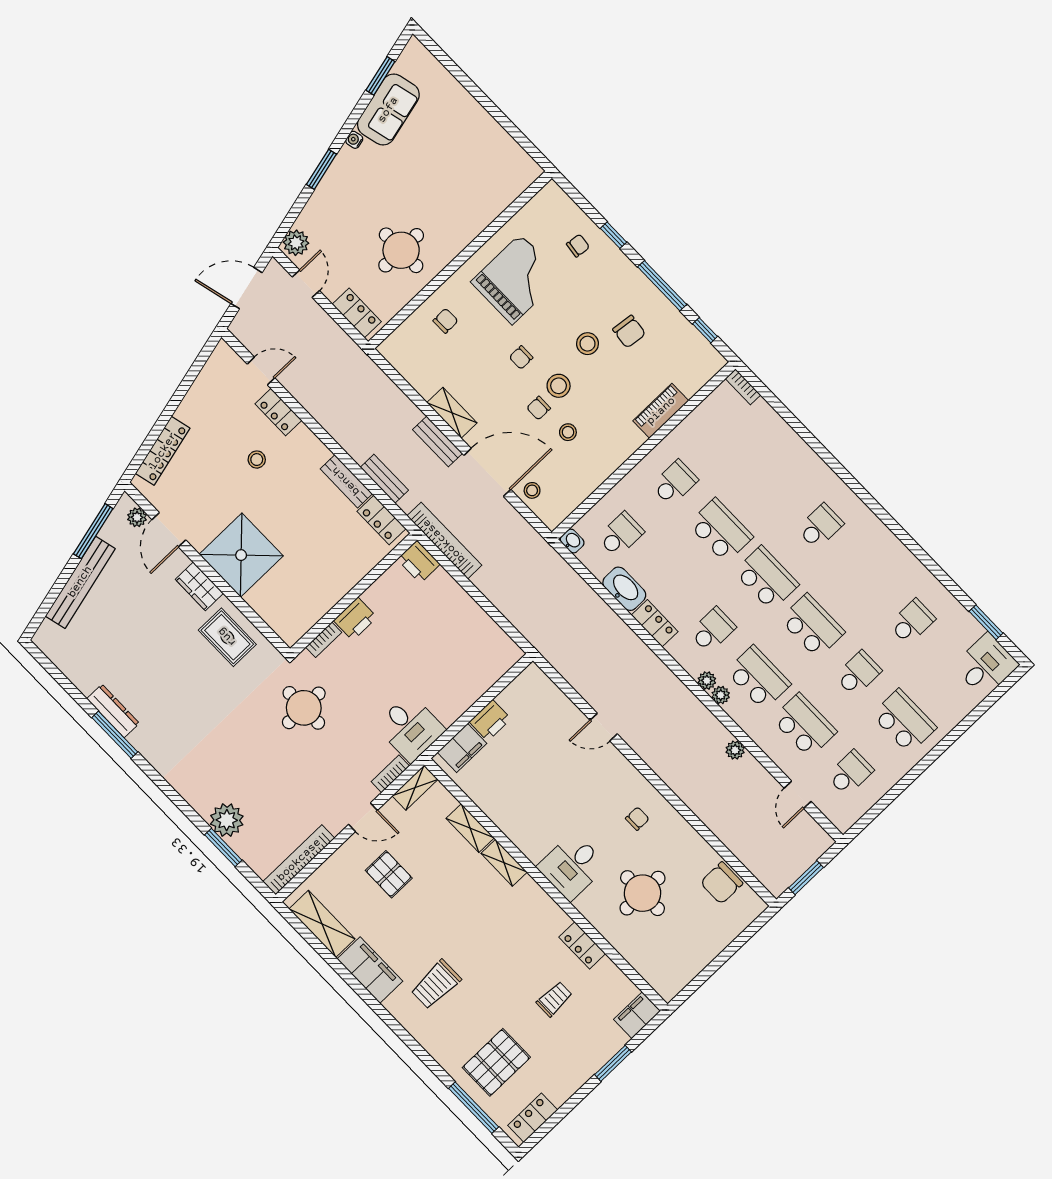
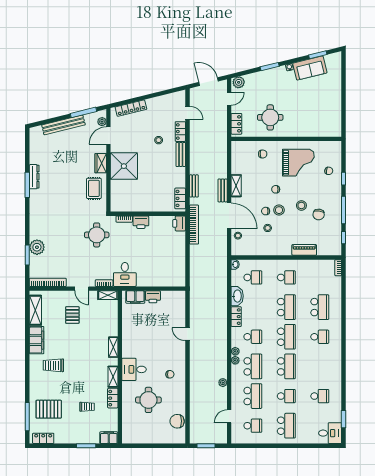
school desk: (774, 479) -> (320, 307), added
bench: (346, 481) -> (181, 154), moved
shelving: (470, 828) -> (113, 377), moved

